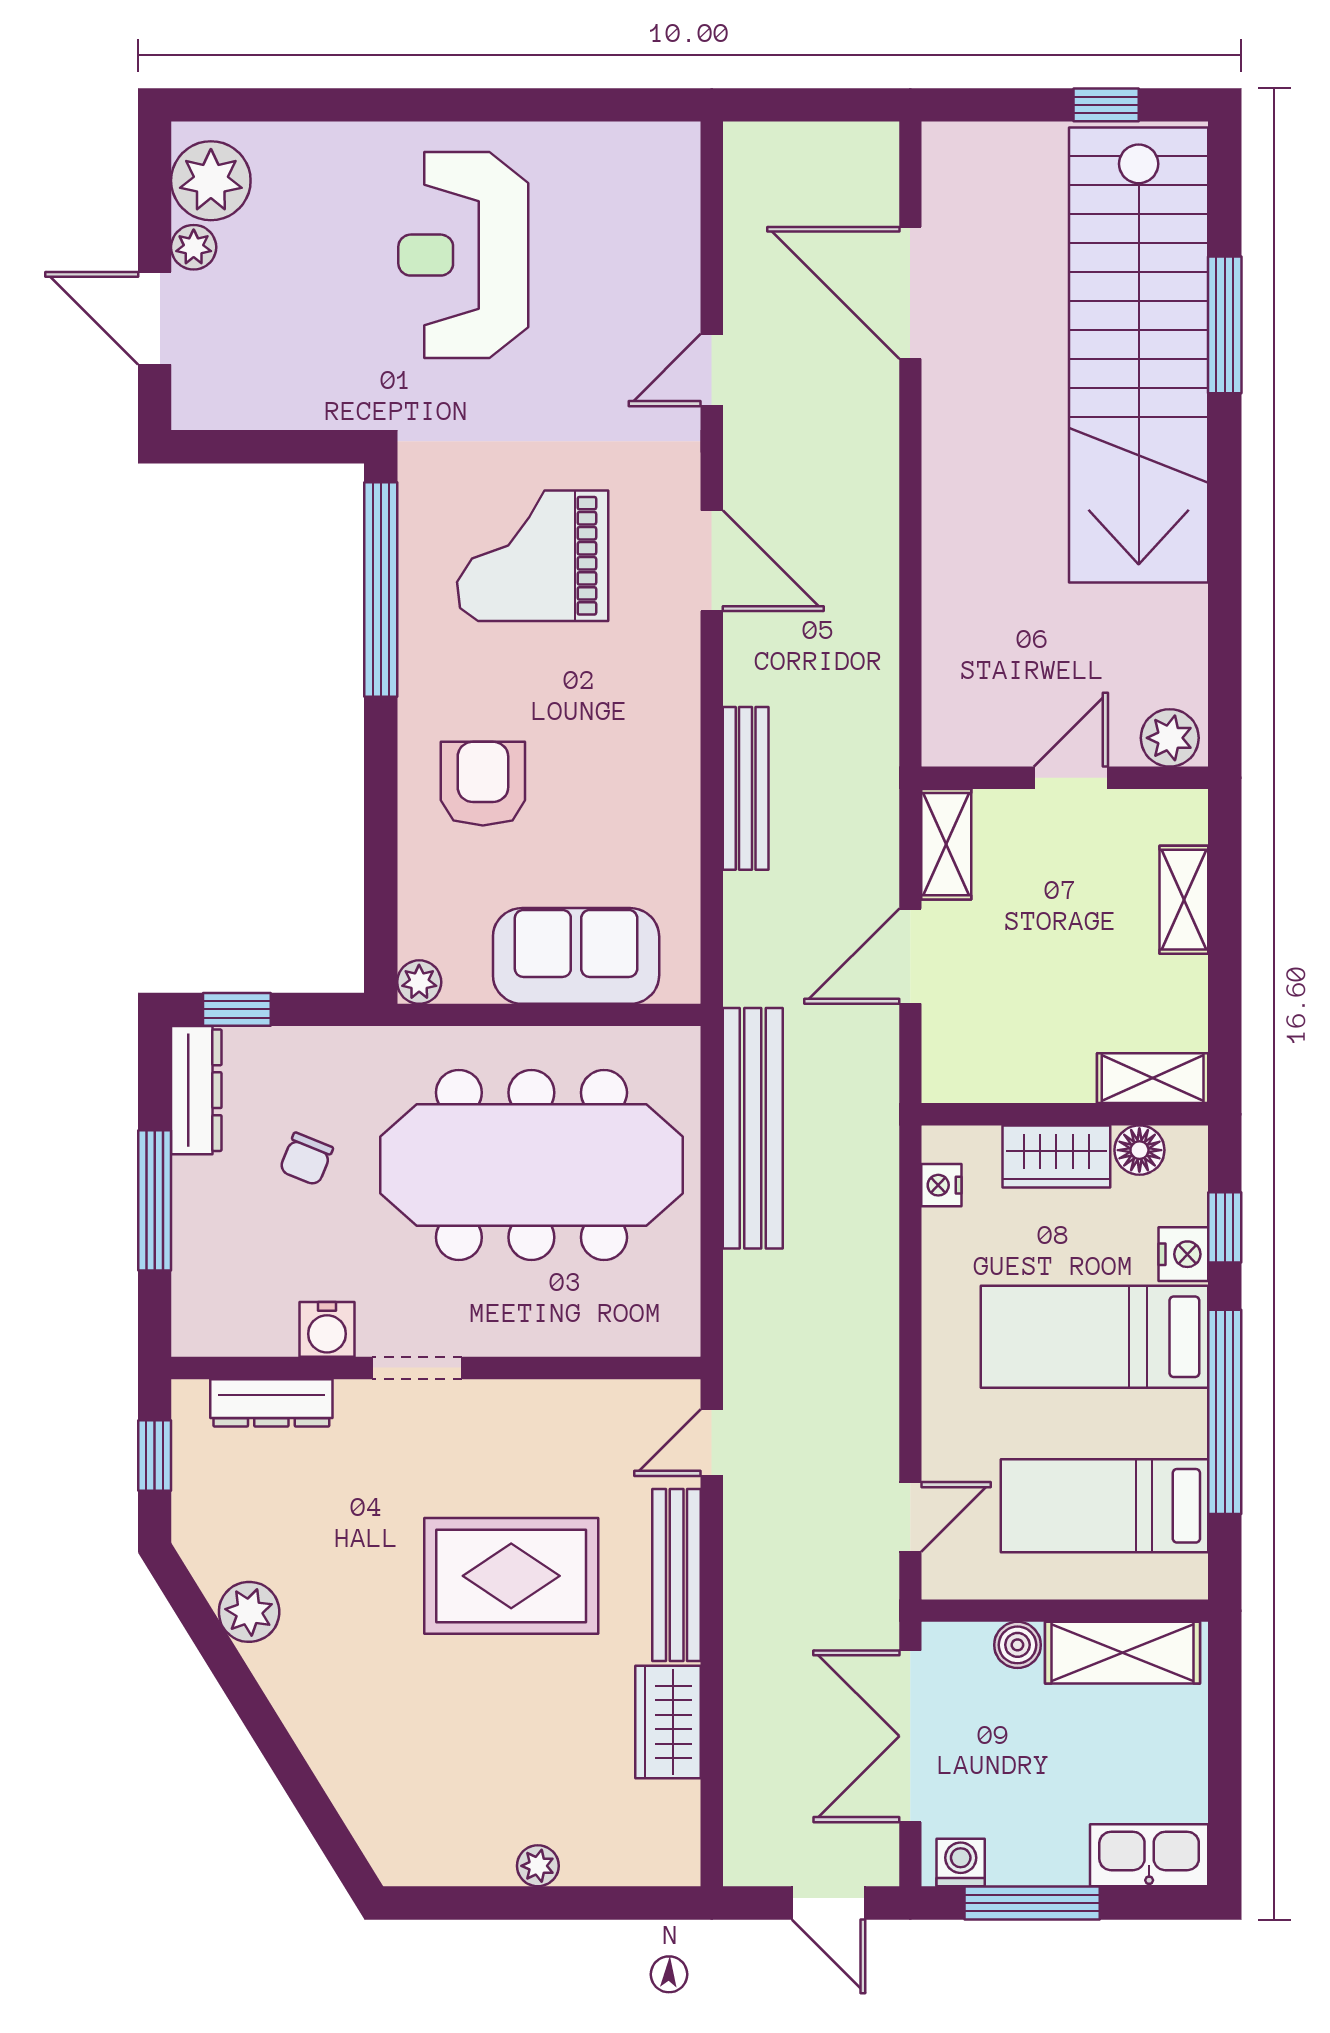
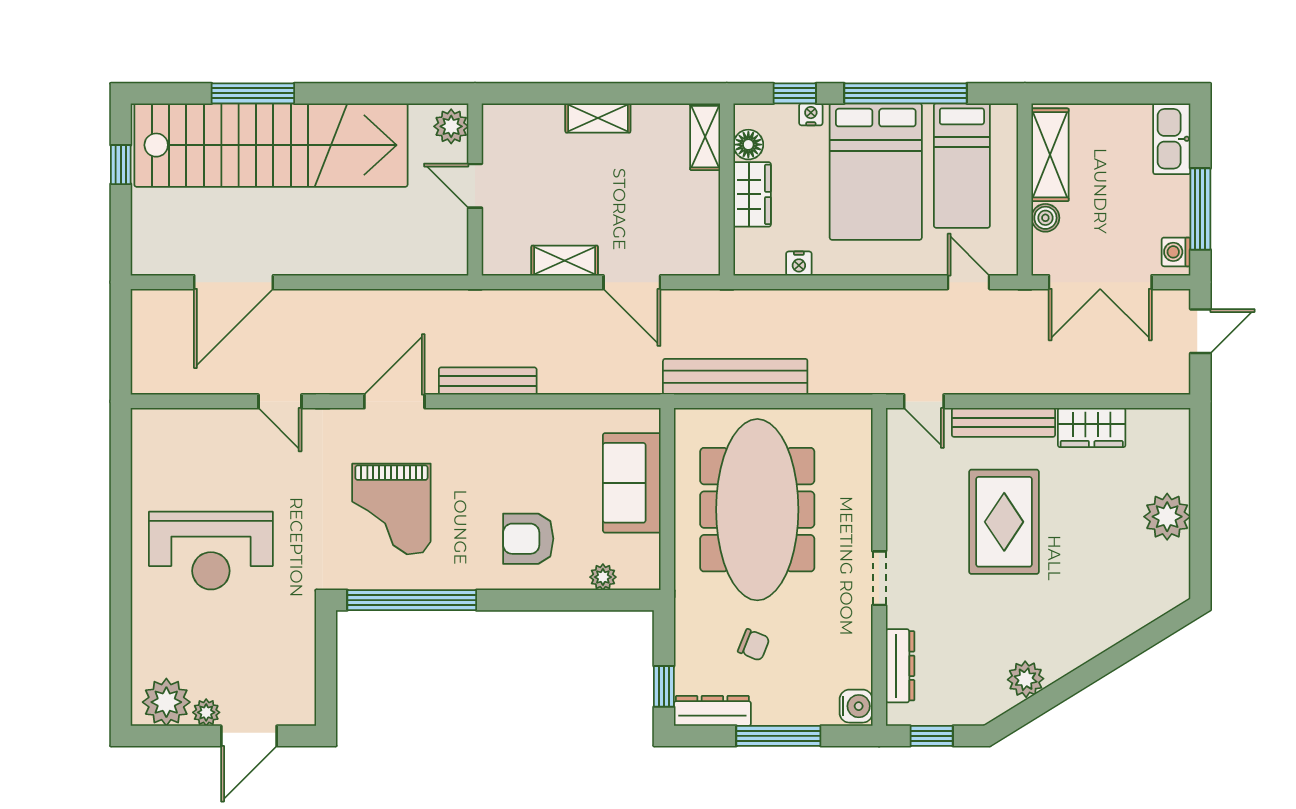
plant: (1170, 738) -> (451, 126), moved
wall: (1065, 778) -> (475, 189), moved
door: (1071, 778) -> (475, 186), moved
bench: (746, 788) -> (488, 381), moved
plant: (419, 982) -> (603, 577), moved
nightstand: (941, 1185) -> (799, 264), moved
nightstand: (1183, 1254) -> (811, 114), width x0.72, depth x0.74
water cooler: (327, 1329) -> (856, 706), moved
bed: (1095, 1337) -> (876, 172), width x1.50
plant: (538, 1866) -> (1167, 517), width x1.88, depth x1.88

